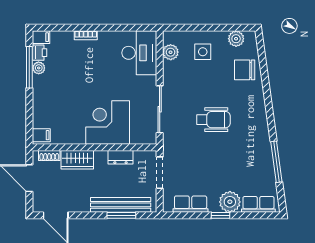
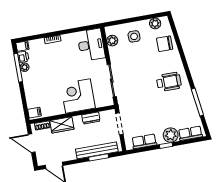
wheelchair: (213, 120) -> (169, 82), moved

